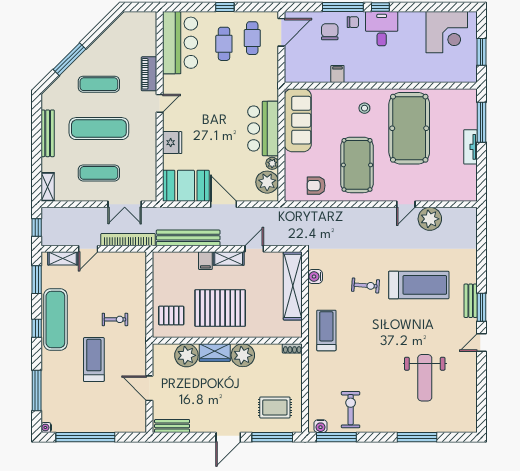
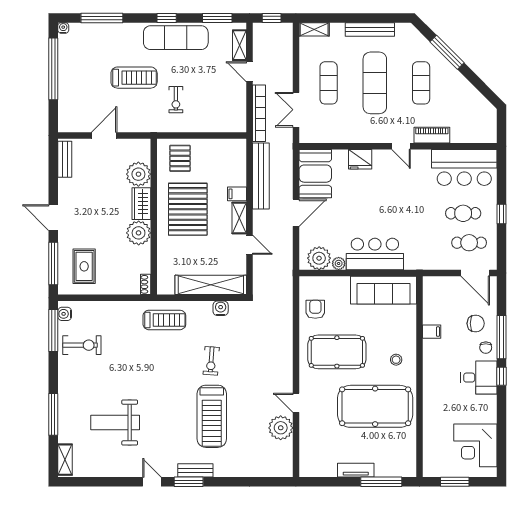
shelving: (460, 426) -> (65, 460), added

